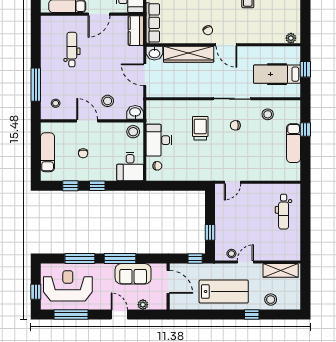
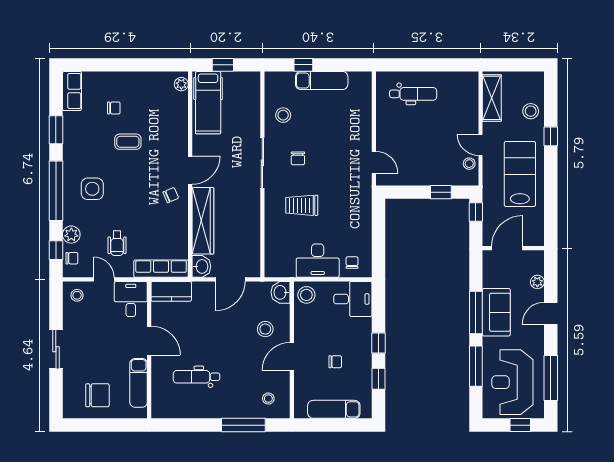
hospital bed: (277, 74) -> (208, 103), moved
sofa: (133, 274) -> (496, 312), moved

